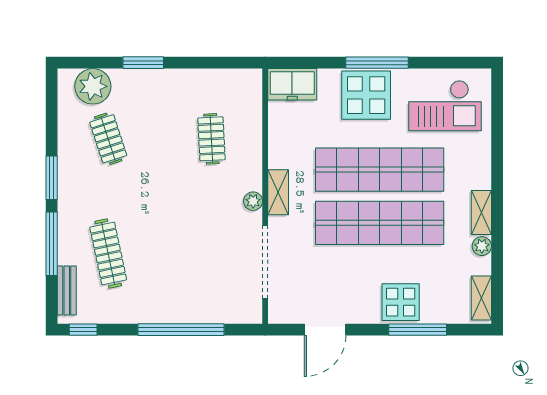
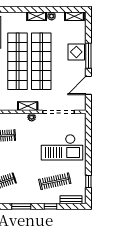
window: (52, 244) -> (50, 206), width x0.46
checkout: (185, 270) -> (62, 147), added
window: (83, 330) -> (88, 182), moved
window: (181, 330) -> (88, 149), removed
door: (325, 330) -> (88, 85), swing flipped
window: (418, 330) -> (88, 56), moved

